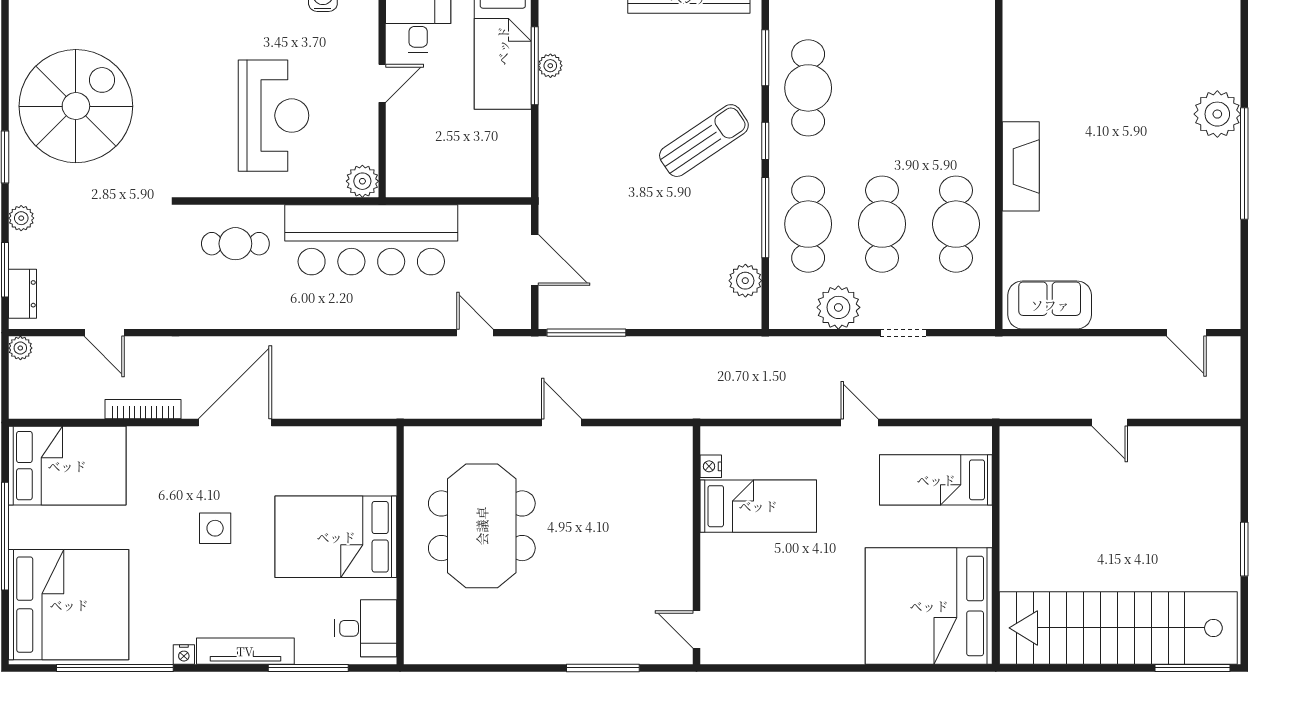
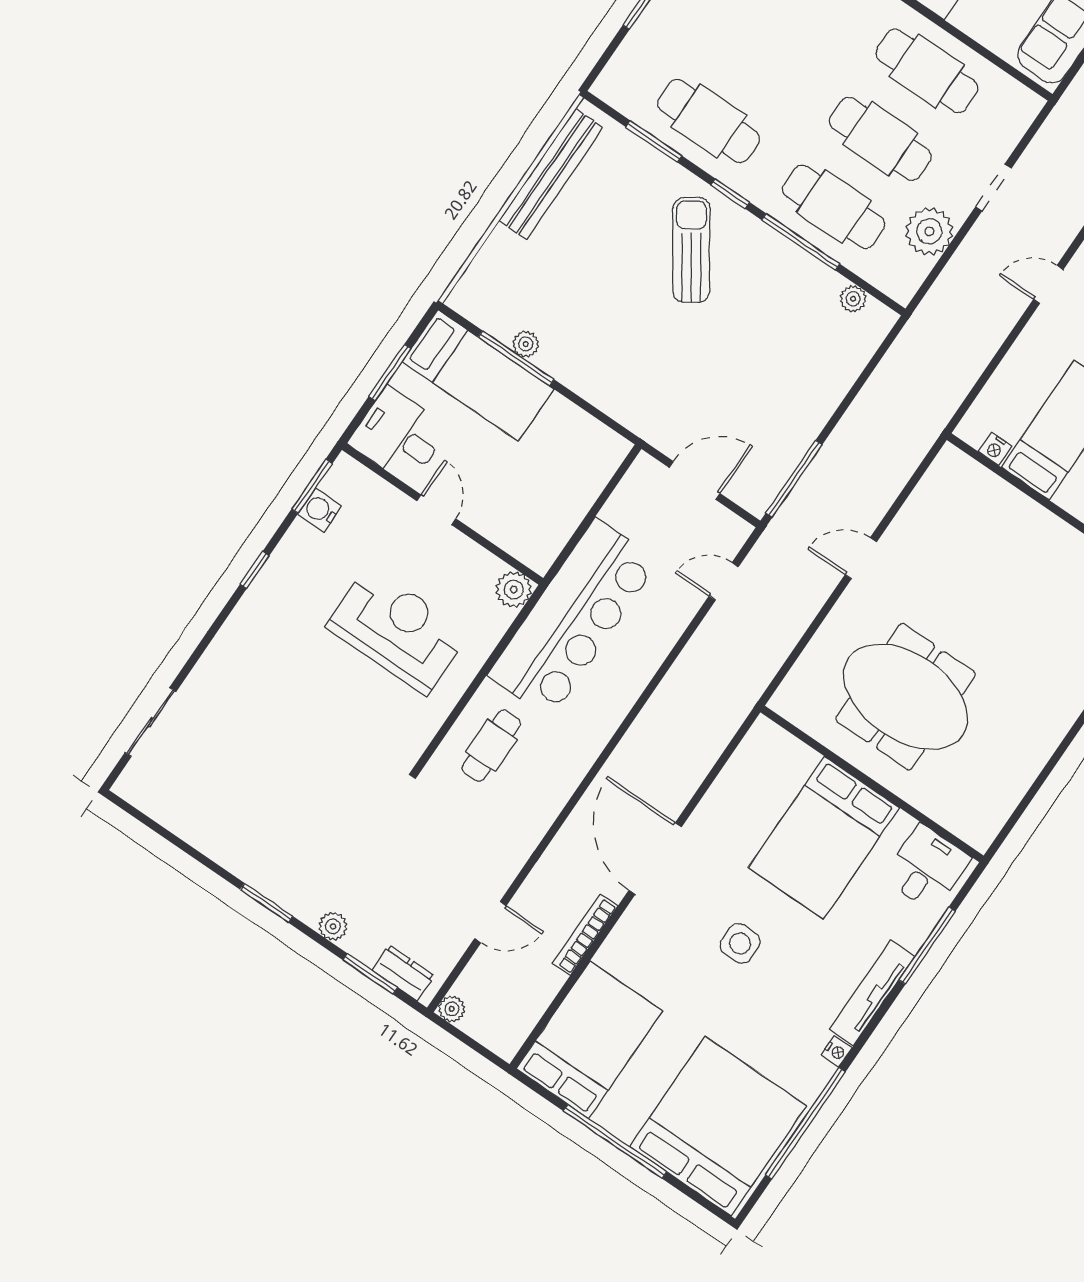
spiral stairs: (76, 106) -> (264, 806), removed
plant: (745, 281) -> (853, 299), width x0.73, depth x0.73

